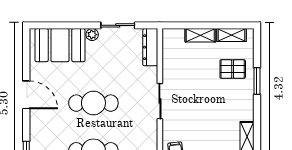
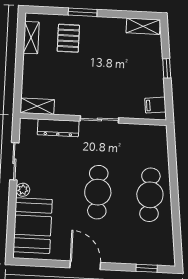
shelving: (200, 35) -> (37, 106), moved, turned 90
dresser: (150, 47) -> (58, 128), moved
door: (26, 95) -> (85, 265), hinge flipped

